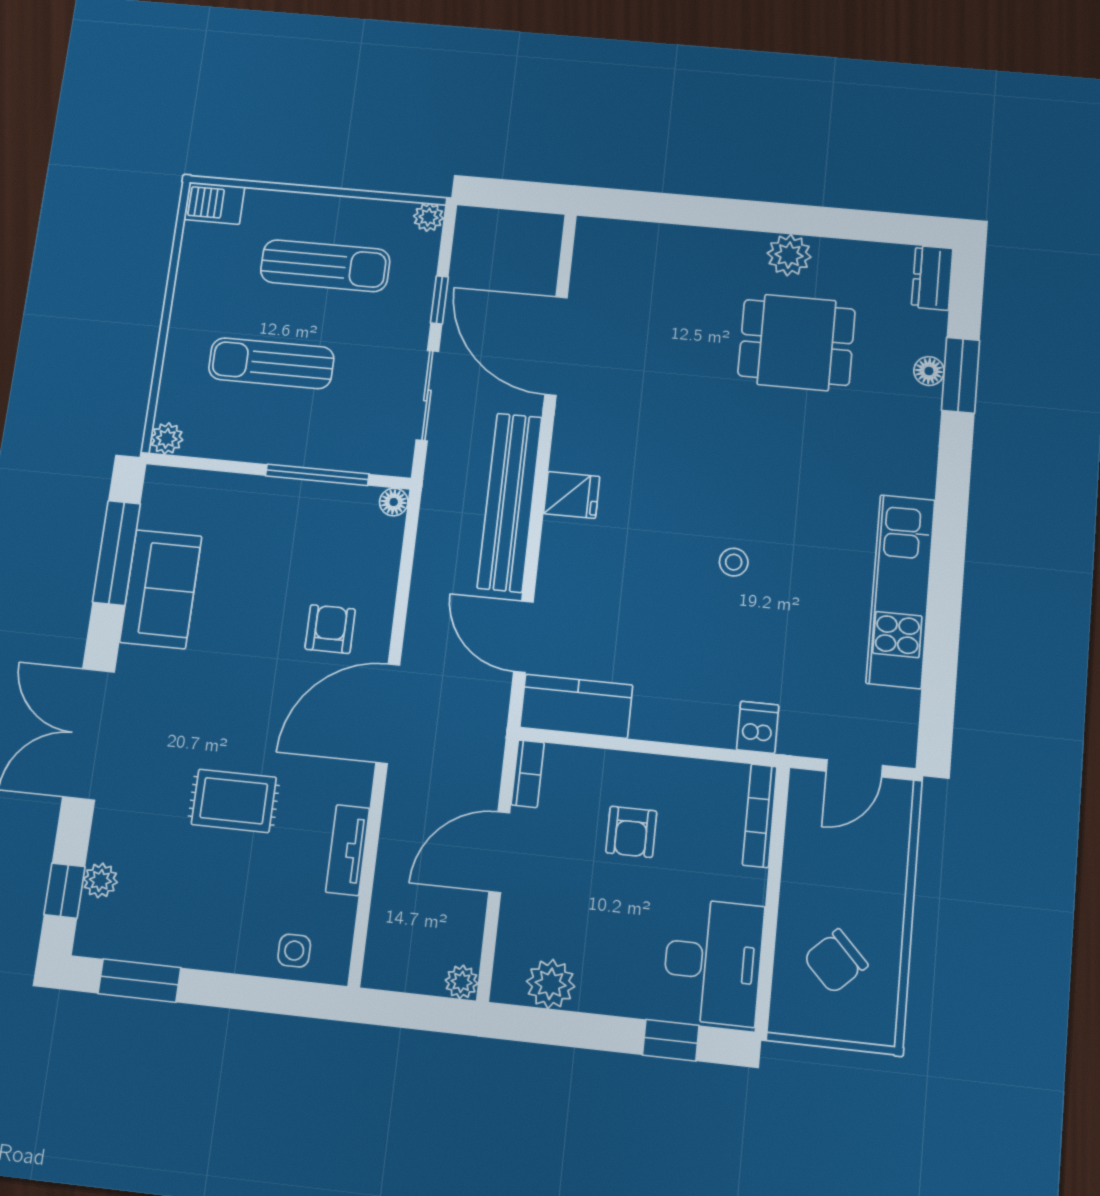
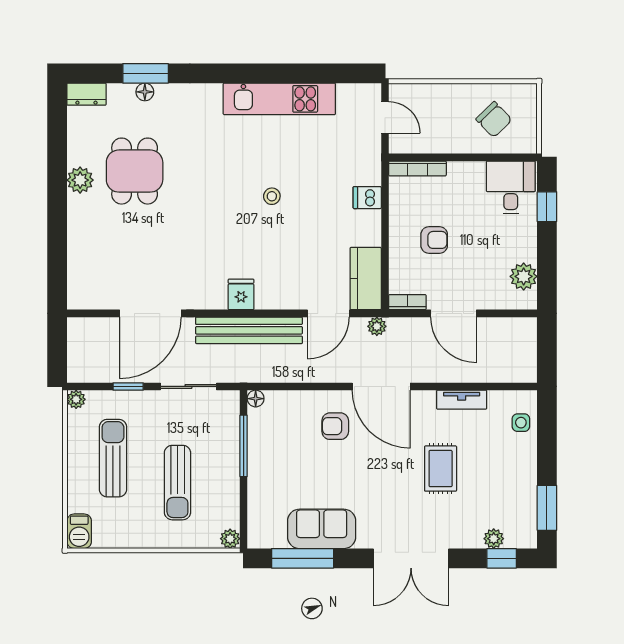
dishwasher: (758, 727) -> (367, 198), moved
desk: (713, 962) -> (511, 187), width x0.73
plant: (462, 982) -> (377, 326), moved

